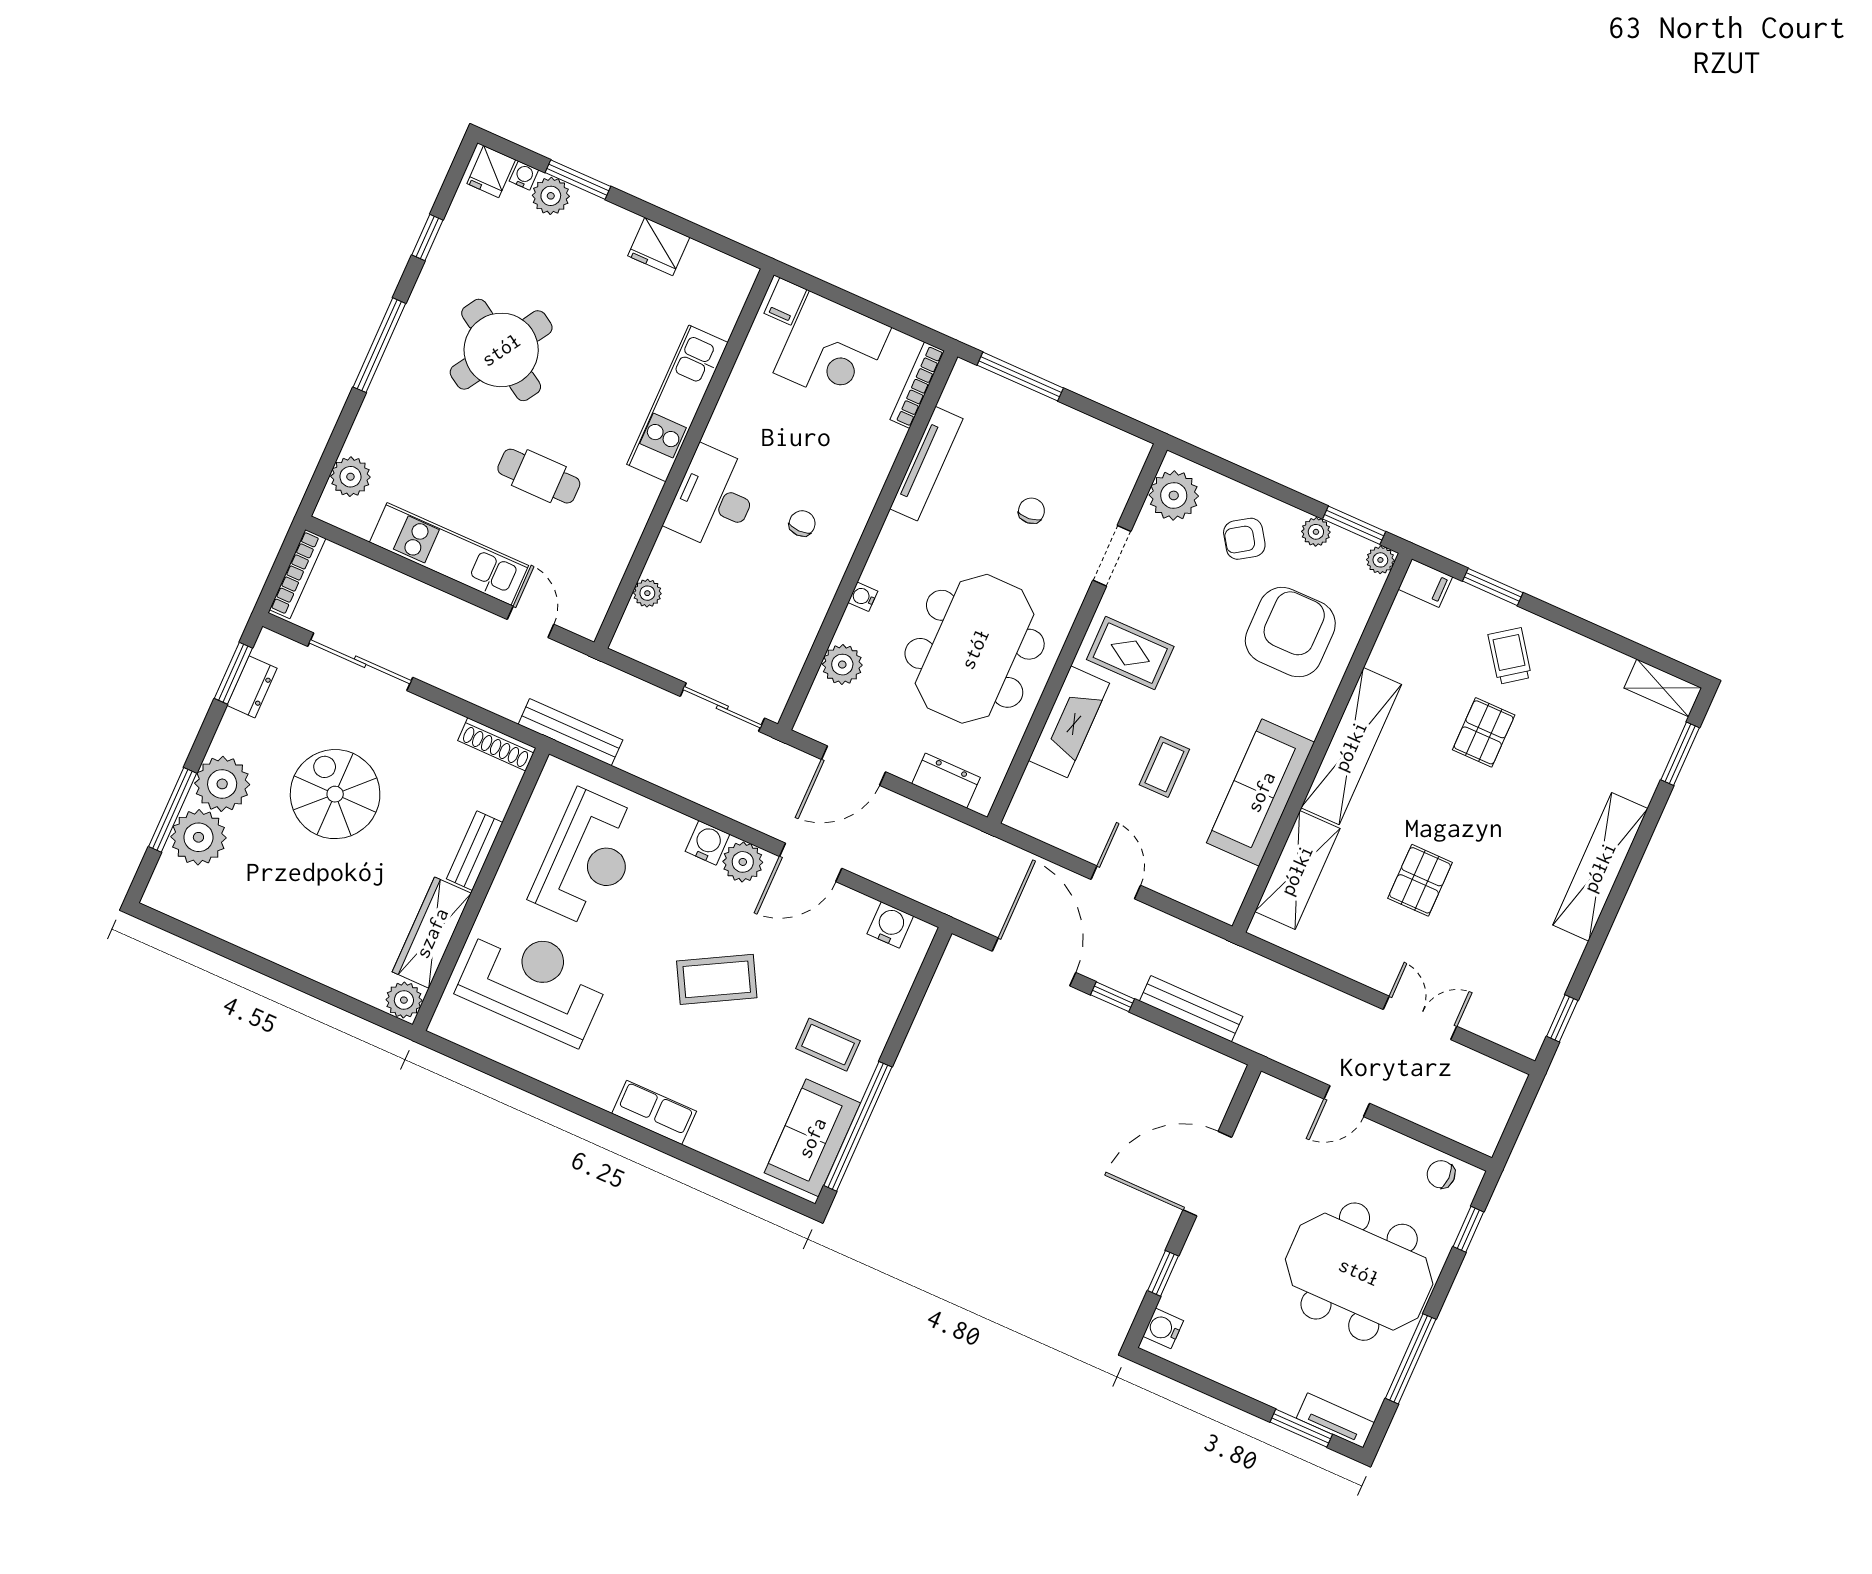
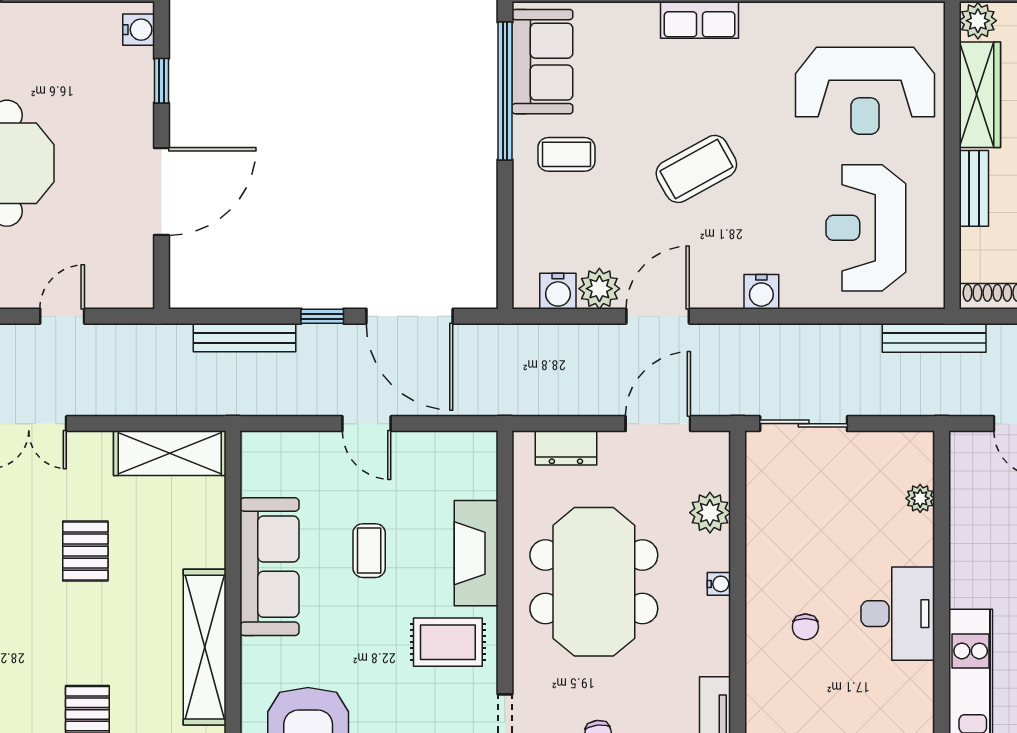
plant: (743, 862) -> (599, 289), moved
shelving: (1297, 870) -> (170, 453), moved, turned 90

